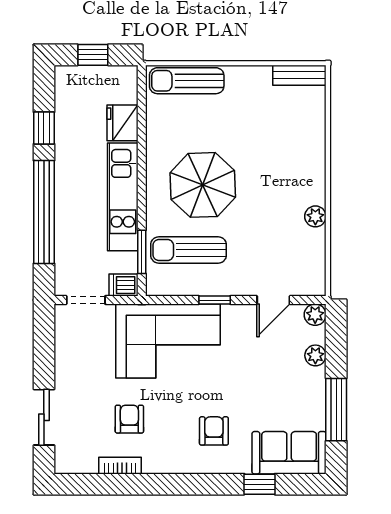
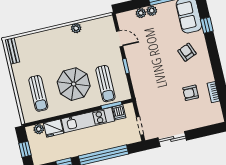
sun lounger: (187, 81) -> (38, 93), moved
plant: (127, 92) -> (39, 129), added
dishwasher: (124, 285) -> (119, 112), moved
plant: (315, 315) -> (152, 11), moved
corner sofa: (168, 341) -> (150, 83), removed
sliding door: (44, 417) -> (172, 139), moved
armchair: (214, 431) -> (187, 52), turned 68

